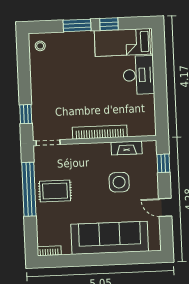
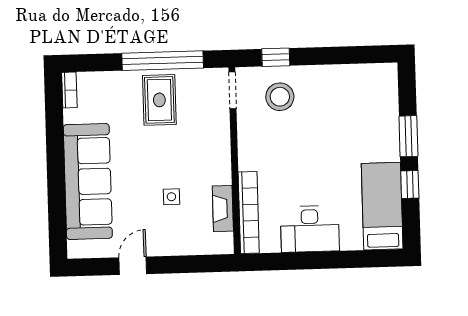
stool: (40, 46) -> (280, 97), moved, width x1.89, depth x1.89
desk: (139, 75) -> (310, 229), moved
bookcase: (100, 132) -> (249, 213), moved
window: (163, 163) -> (199, 264), removed
side table: (119, 182) -> (171, 197), width x0.54, depth x0.54

